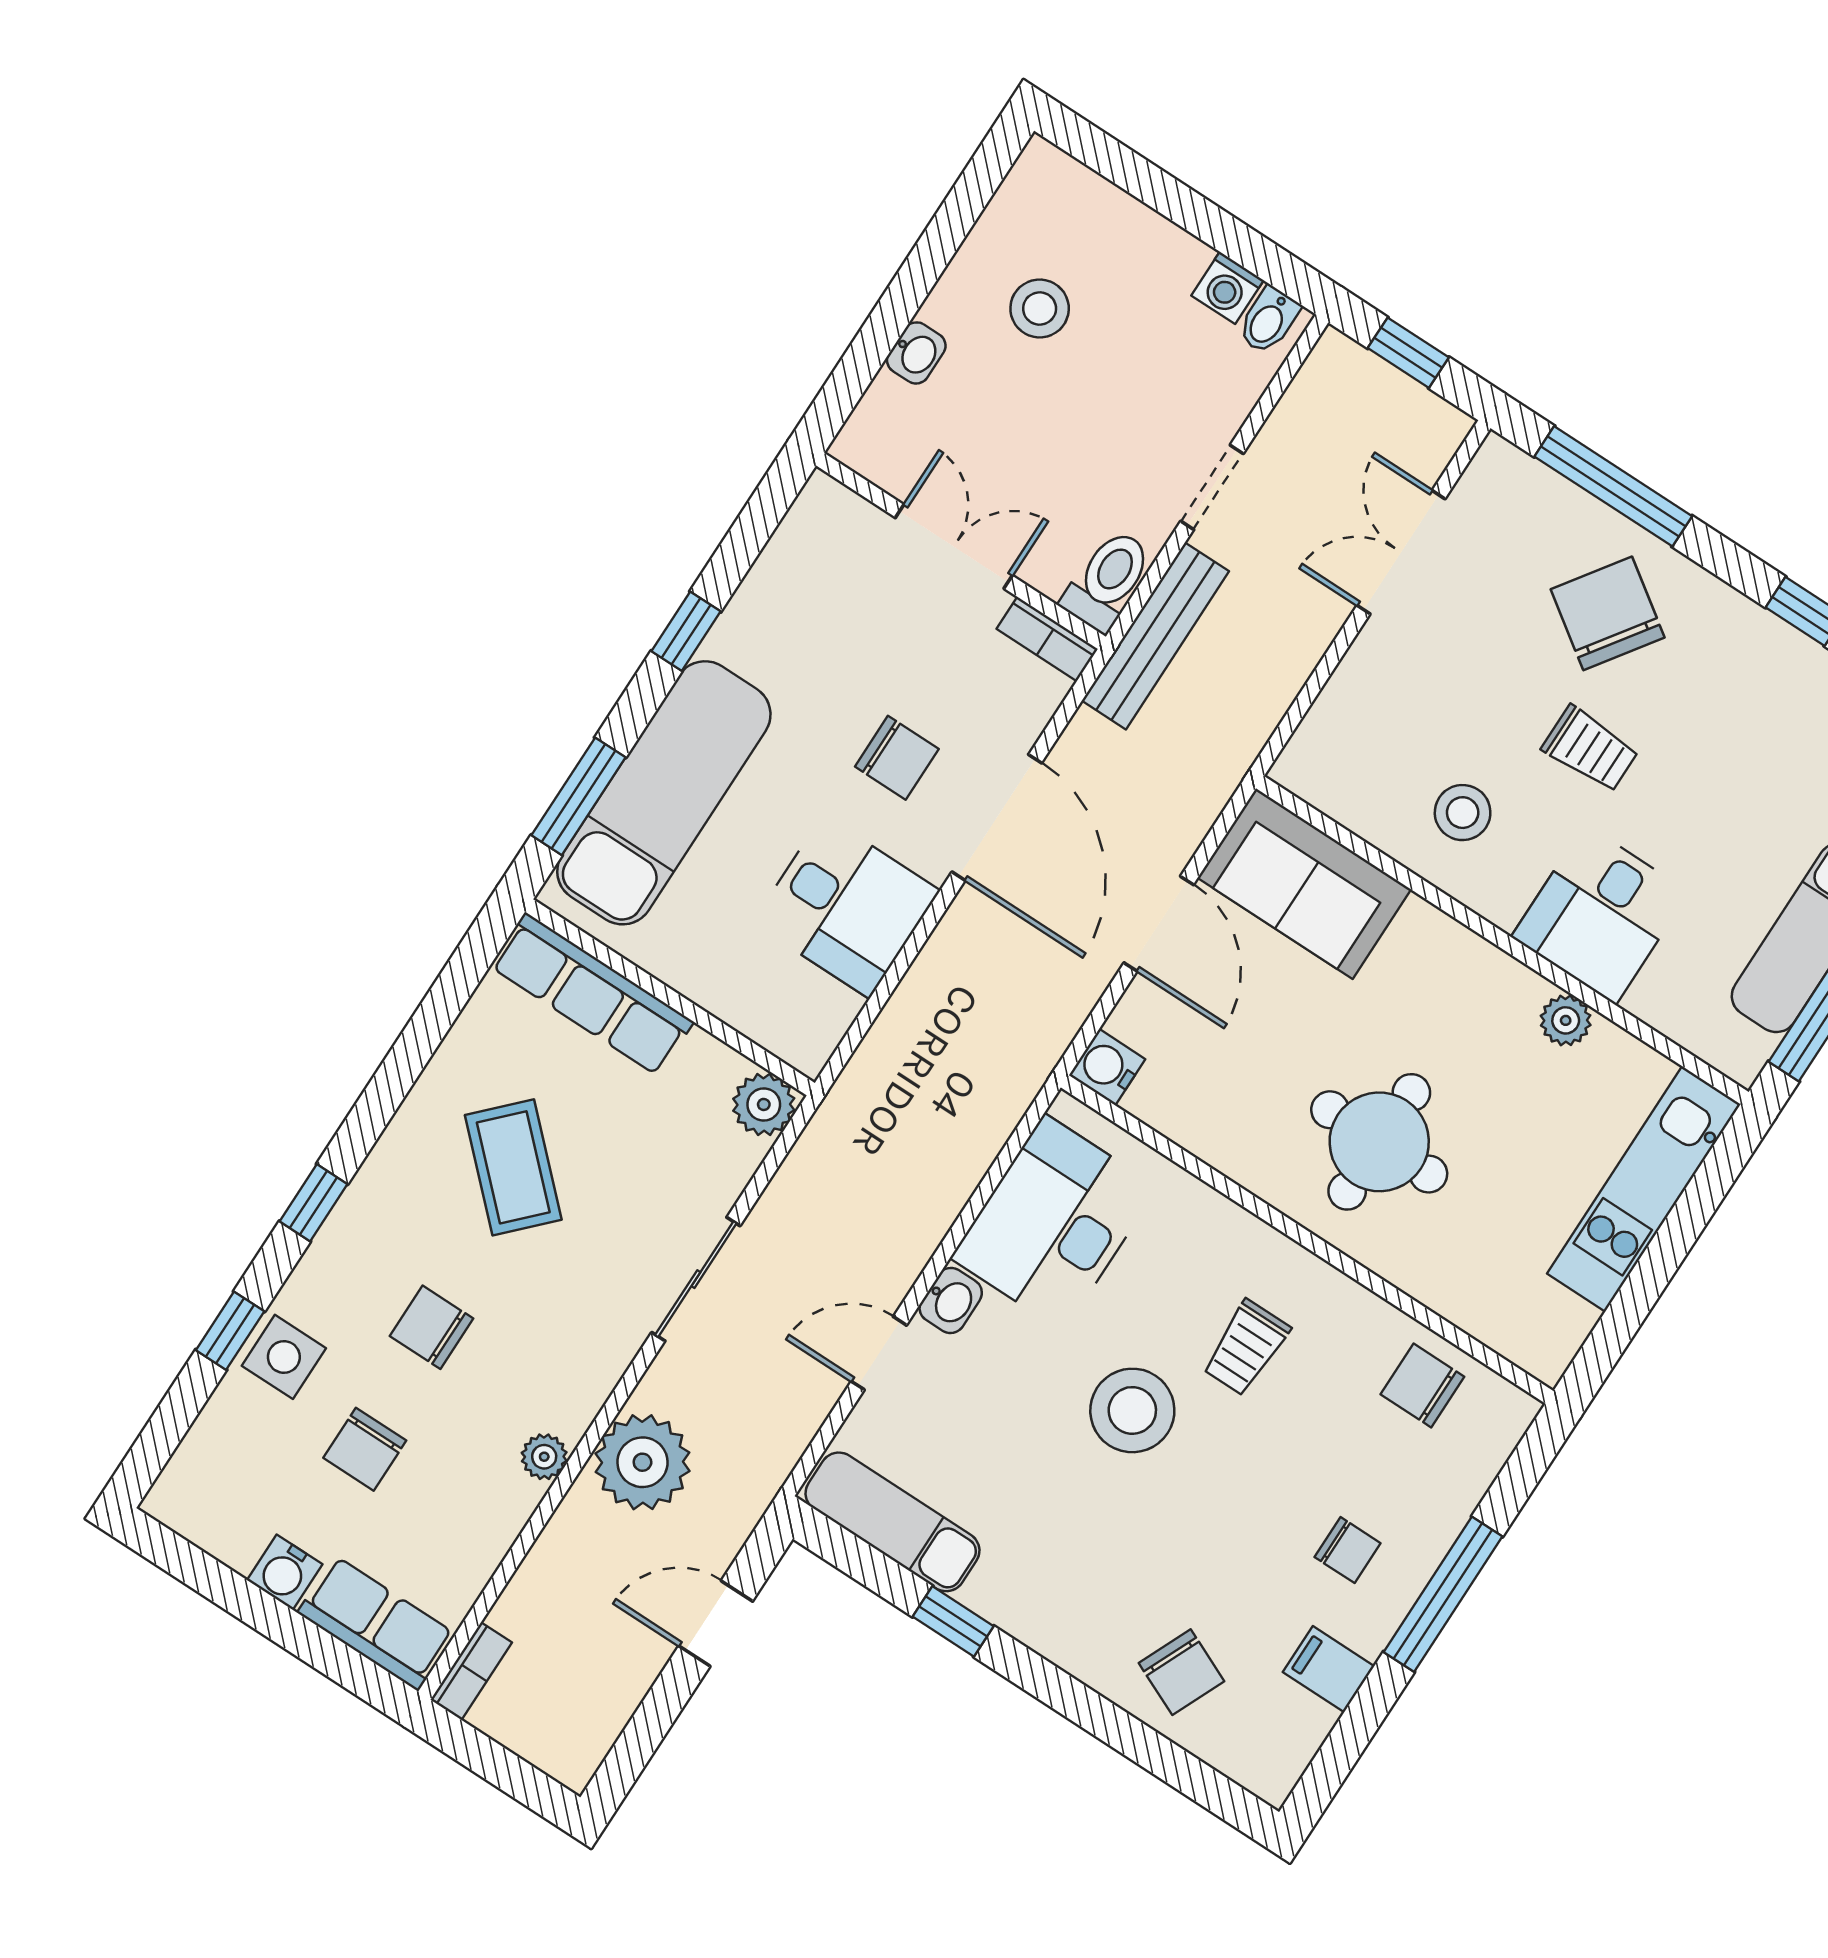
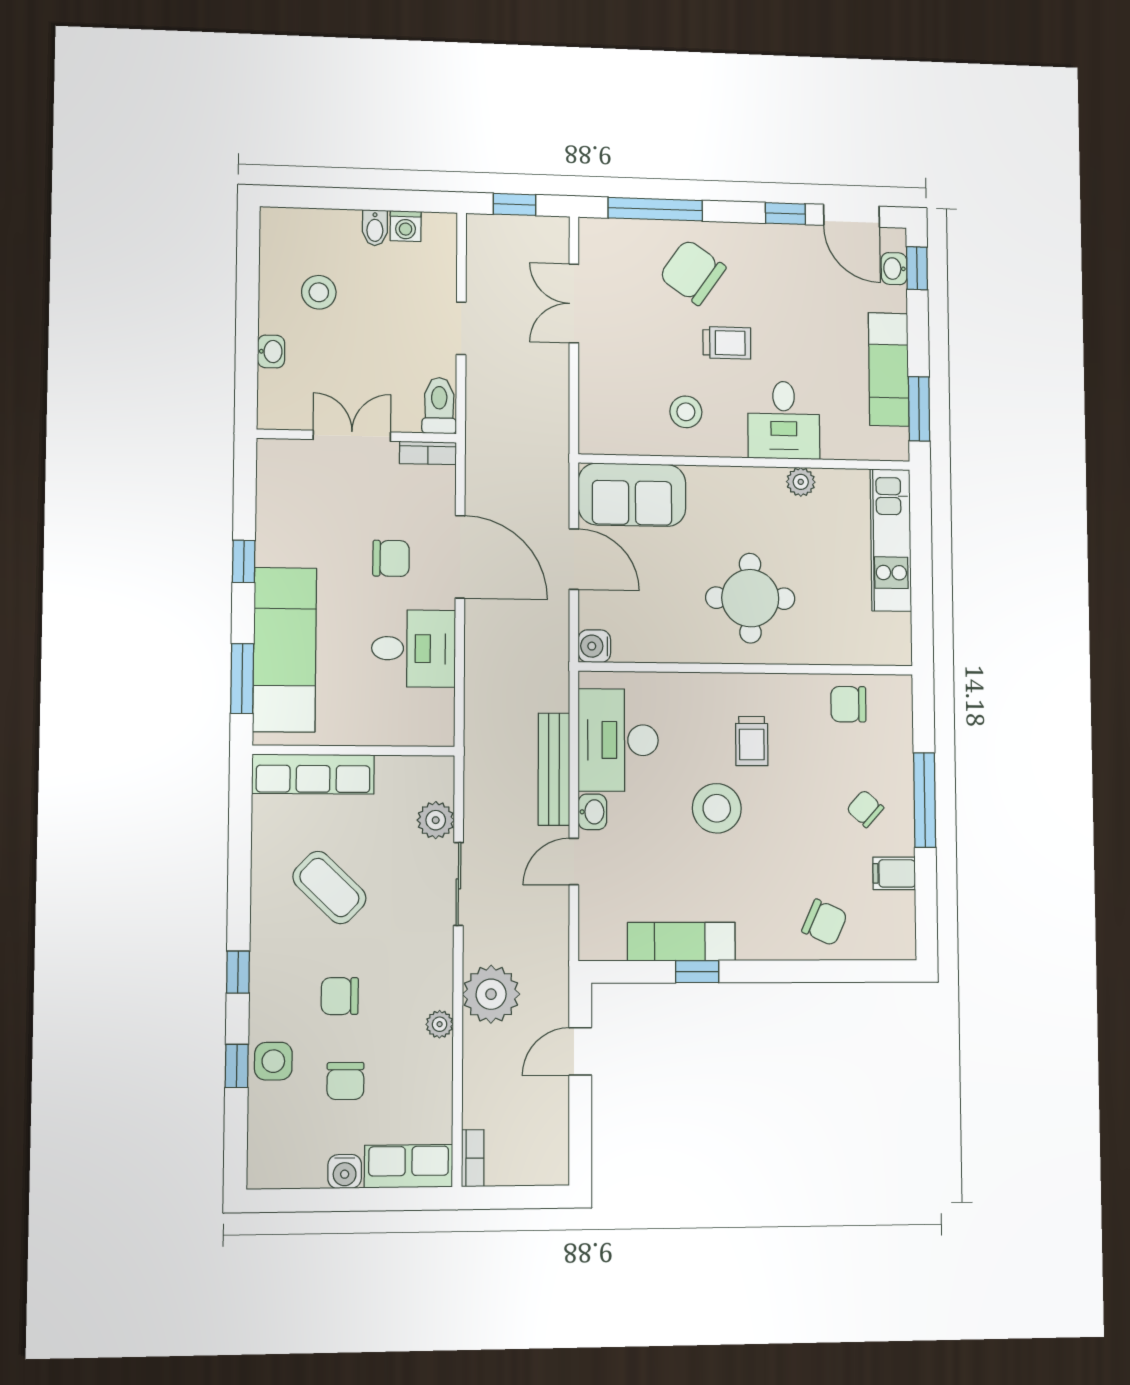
bidet: (1269, 320) -> (375, 228), moved
bench: (1155, 636) -> (554, 769), moved
plant: (764, 1104) -> (436, 820), moved
exam couch: (892, 1522) -> (681, 942), moved
chair: (1348, 1550) -> (865, 809), turned -138

